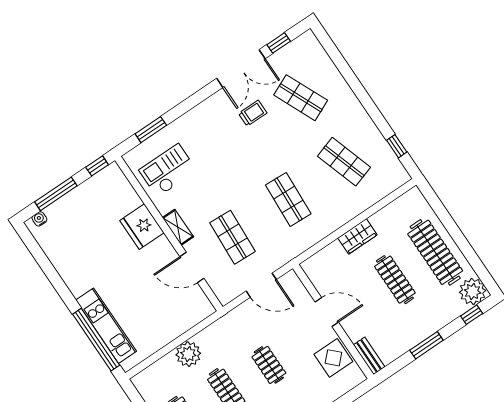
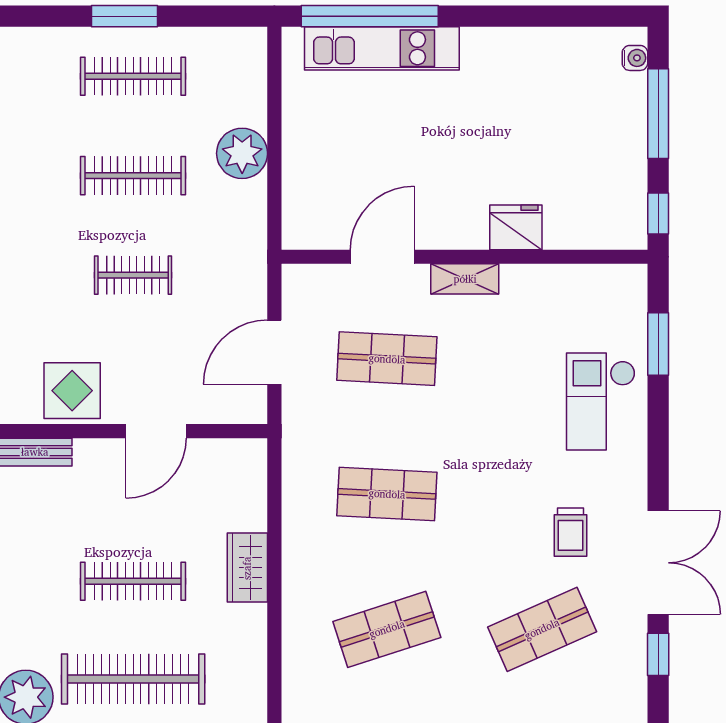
double door: (241, 69) -> (658, 563), swing flipped
checkout: (168, 170) -> (601, 401), moved, turned 180
fridge: (142, 227) -> (516, 227), width x0.73, depth x0.75

